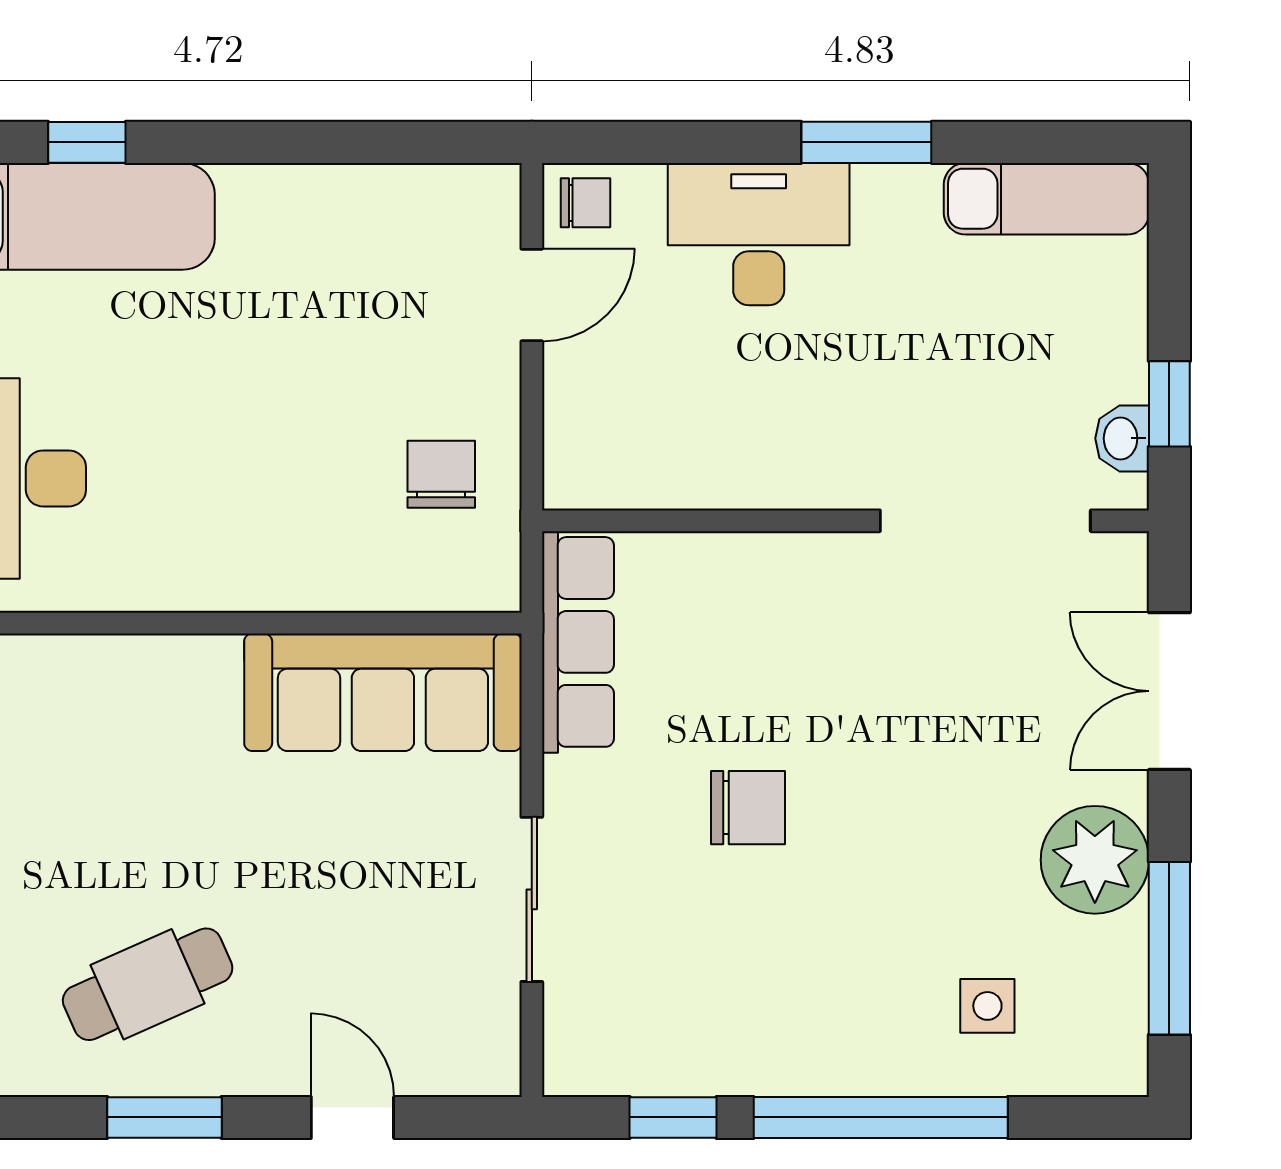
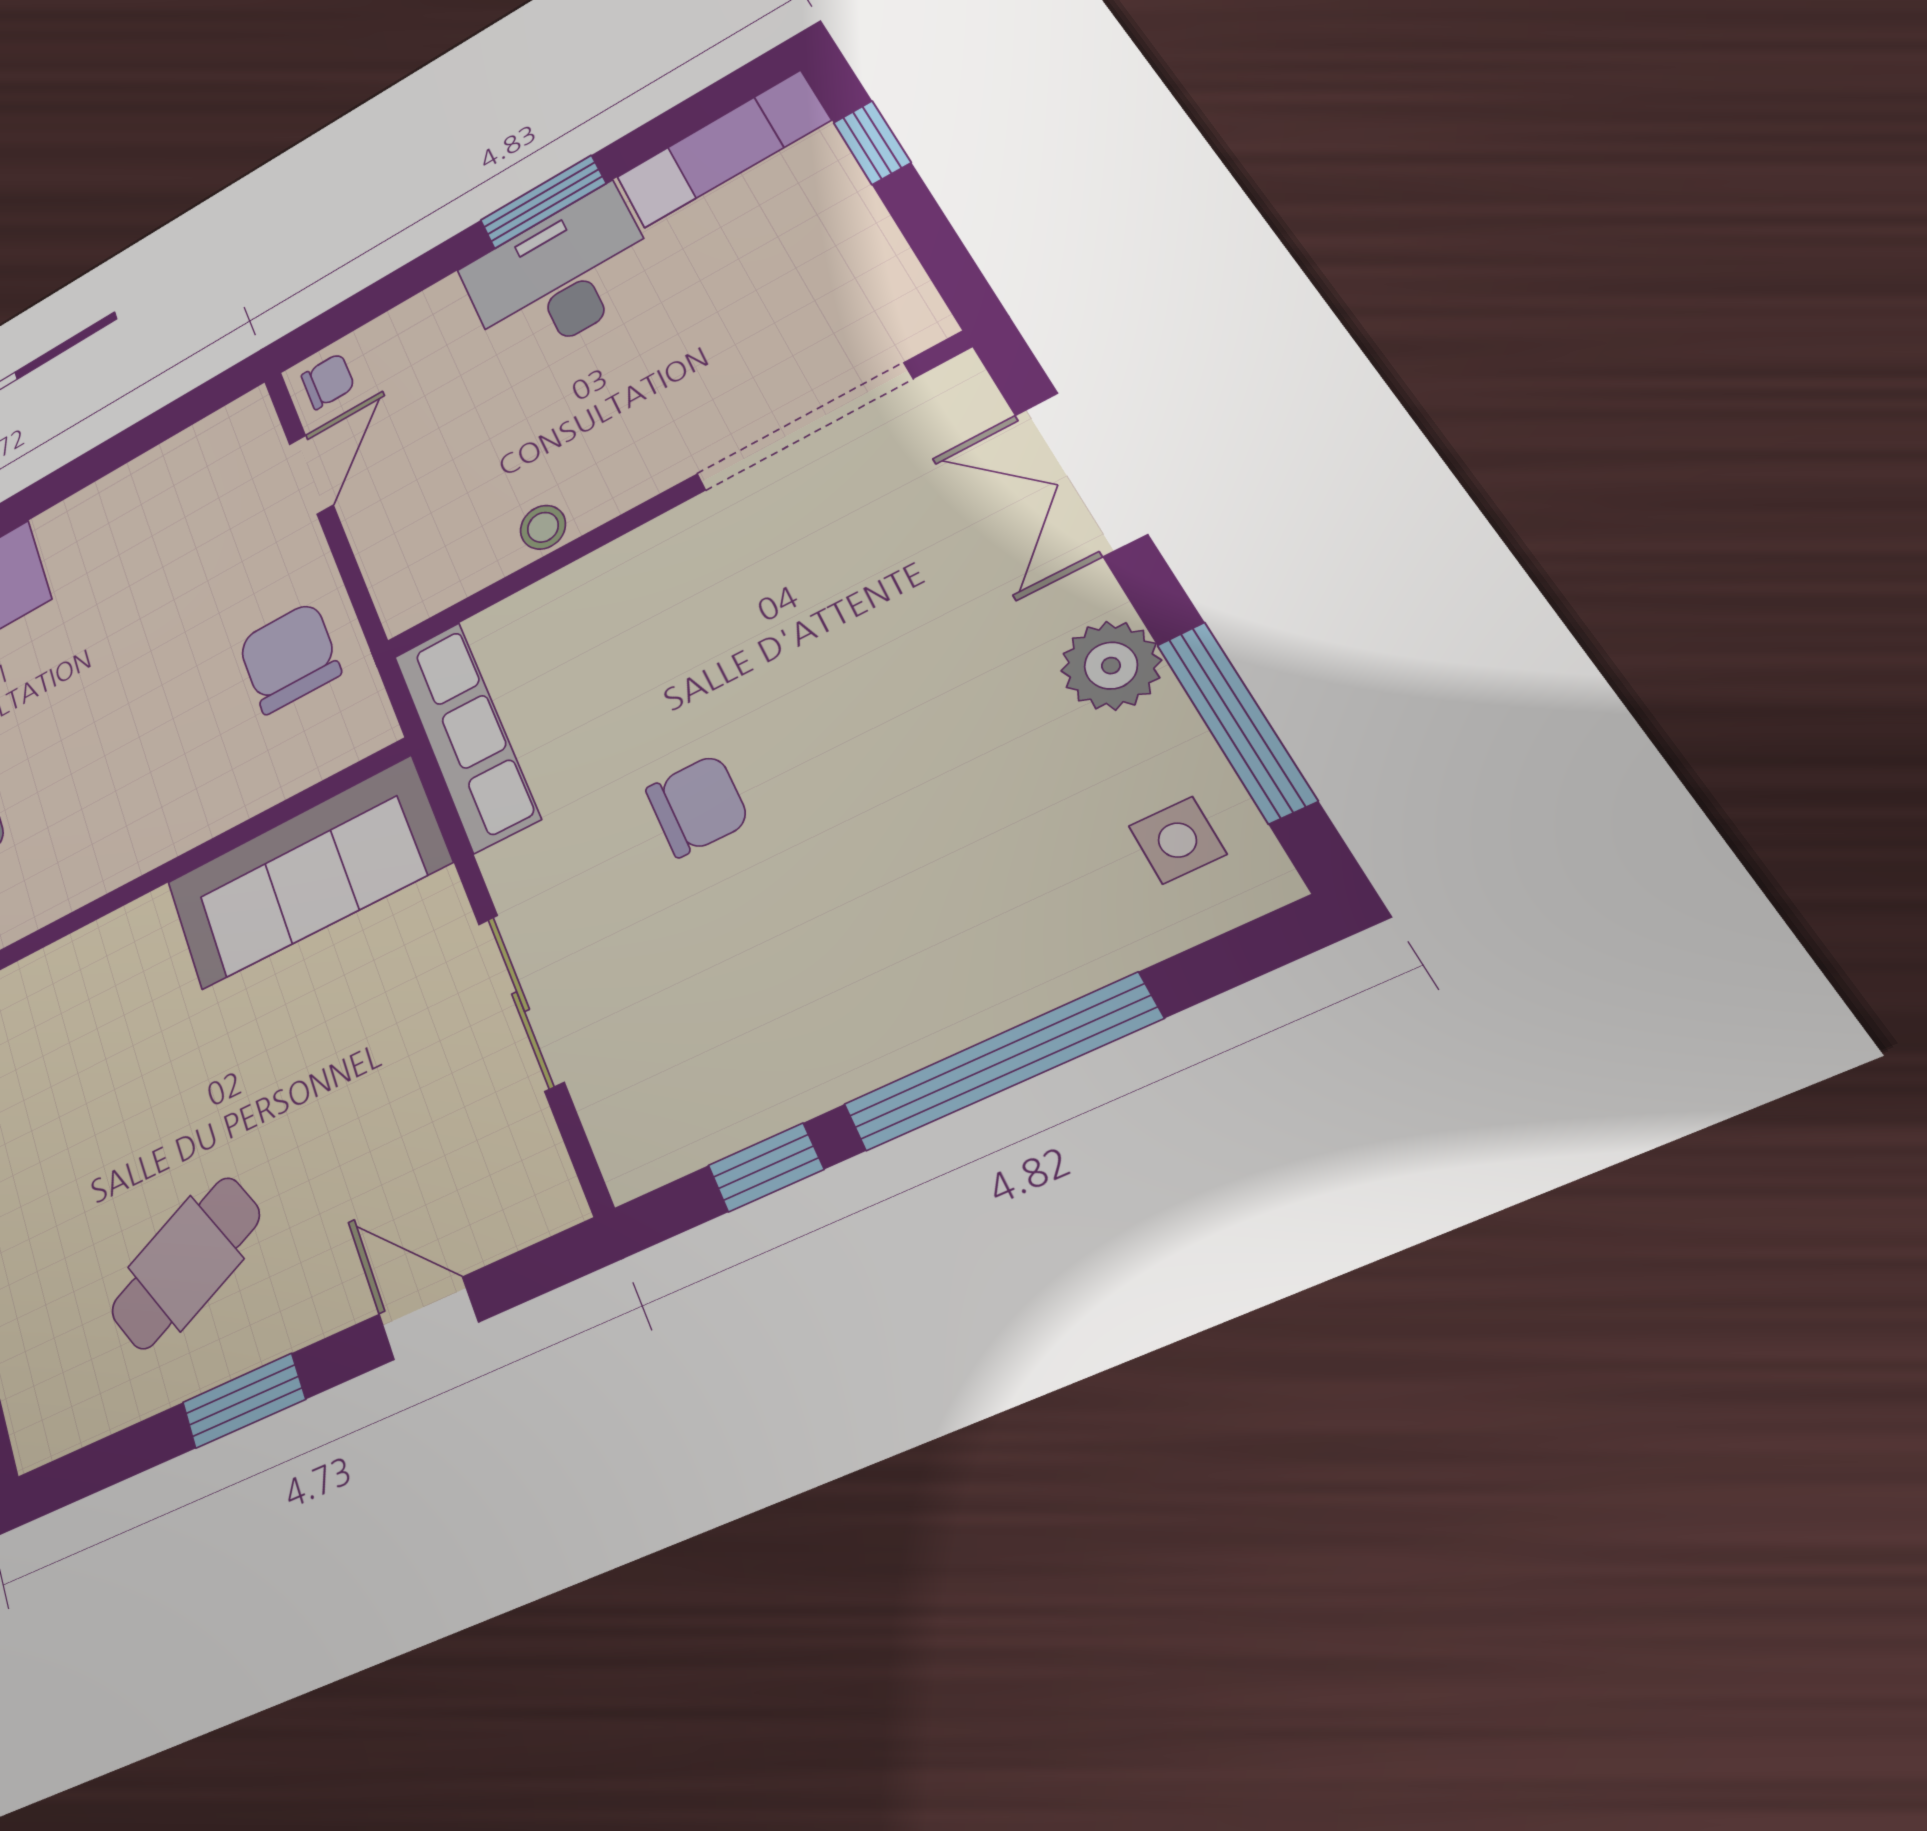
desk: (759, 234) -> (560, 276), moved
window: (1169, 404) -> (872, 143), moved
washbasin: (1122, 438) -> (900, 287), removed
chair: (441, 474) -> (289, 657), width x1.37, depth x1.37
stool: (727, 482) -> (543, 527), added
plant: (1095, 860) -> (1111, 666), width x0.73, depth x0.73
side table: (987, 1006) -> (1177, 840), moved

